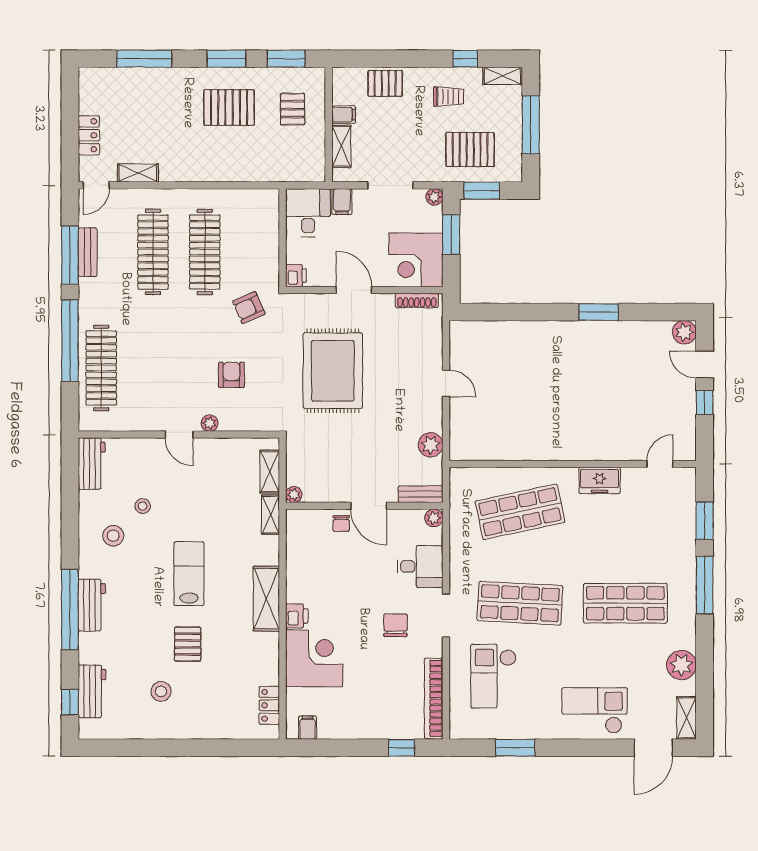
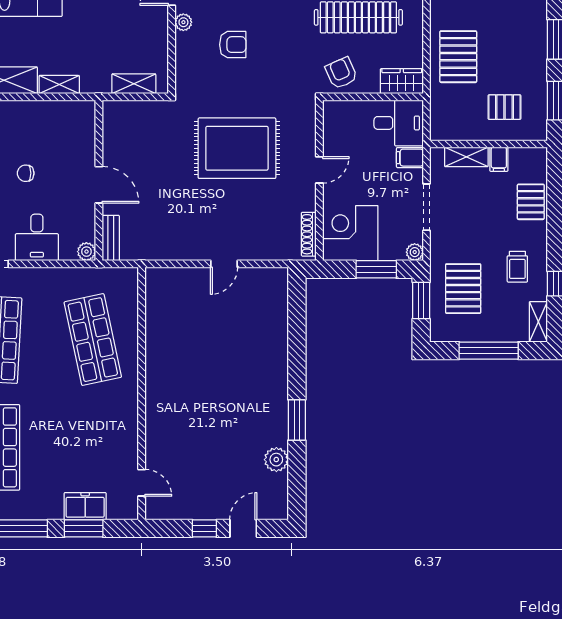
pallet: (229, 108) -> (458, 57), moved
wardrobe: (267, 210) -> (402, 81), added
printer: (296, 276) -> (334, 111), removed
door: (354, 290) -> (319, 170), width x0.73
armchair: (249, 308) -> (341, 73), moved
plant: (684, 332) -> (276, 460), moved
plant: (431, 445) -> (161, 248), removed
freezer: (600, 480) -> (85, 506), moved, turned 90
plant: (294, 495) -> (110, 108), removed
door: (369, 506) -> (99, 185), swing flipped
shelving: (271, 515) -> (59, 85), moved
chair: (341, 523) -> (26, 173), moved

